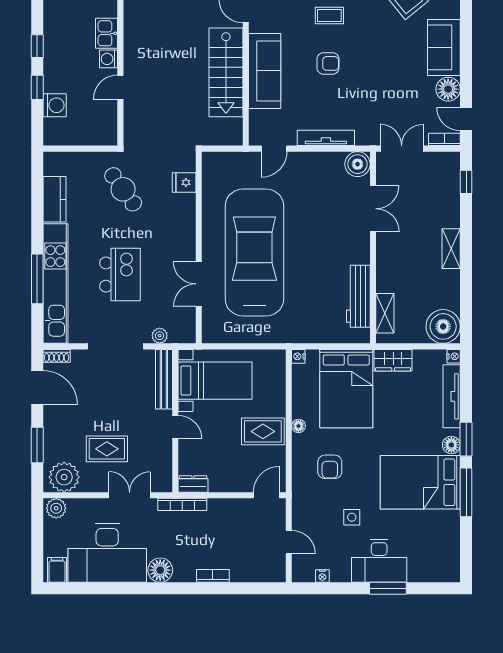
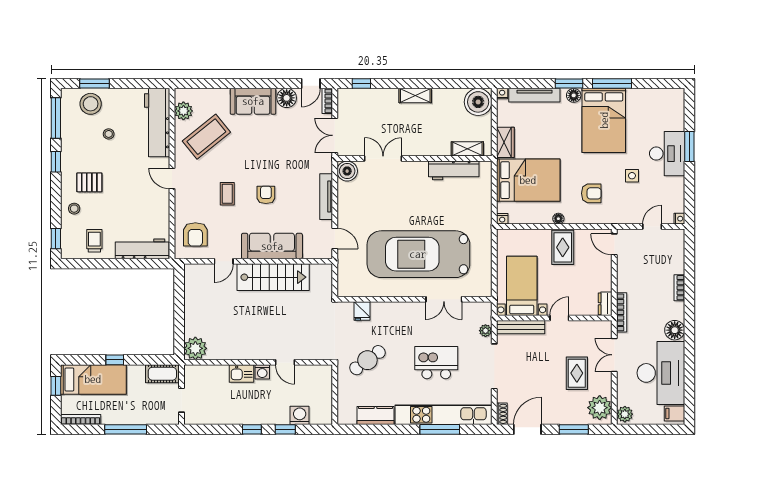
nightstand: (322, 576) -> (679, 219), moved

